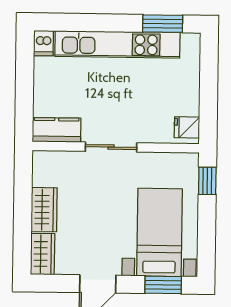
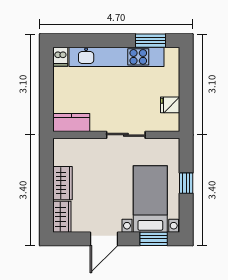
fridge: (187, 127) -> (170, 105), moved
sliding door: (111, 147) -> (126, 135), moved
window: (207, 181) -> (186, 183), moved

